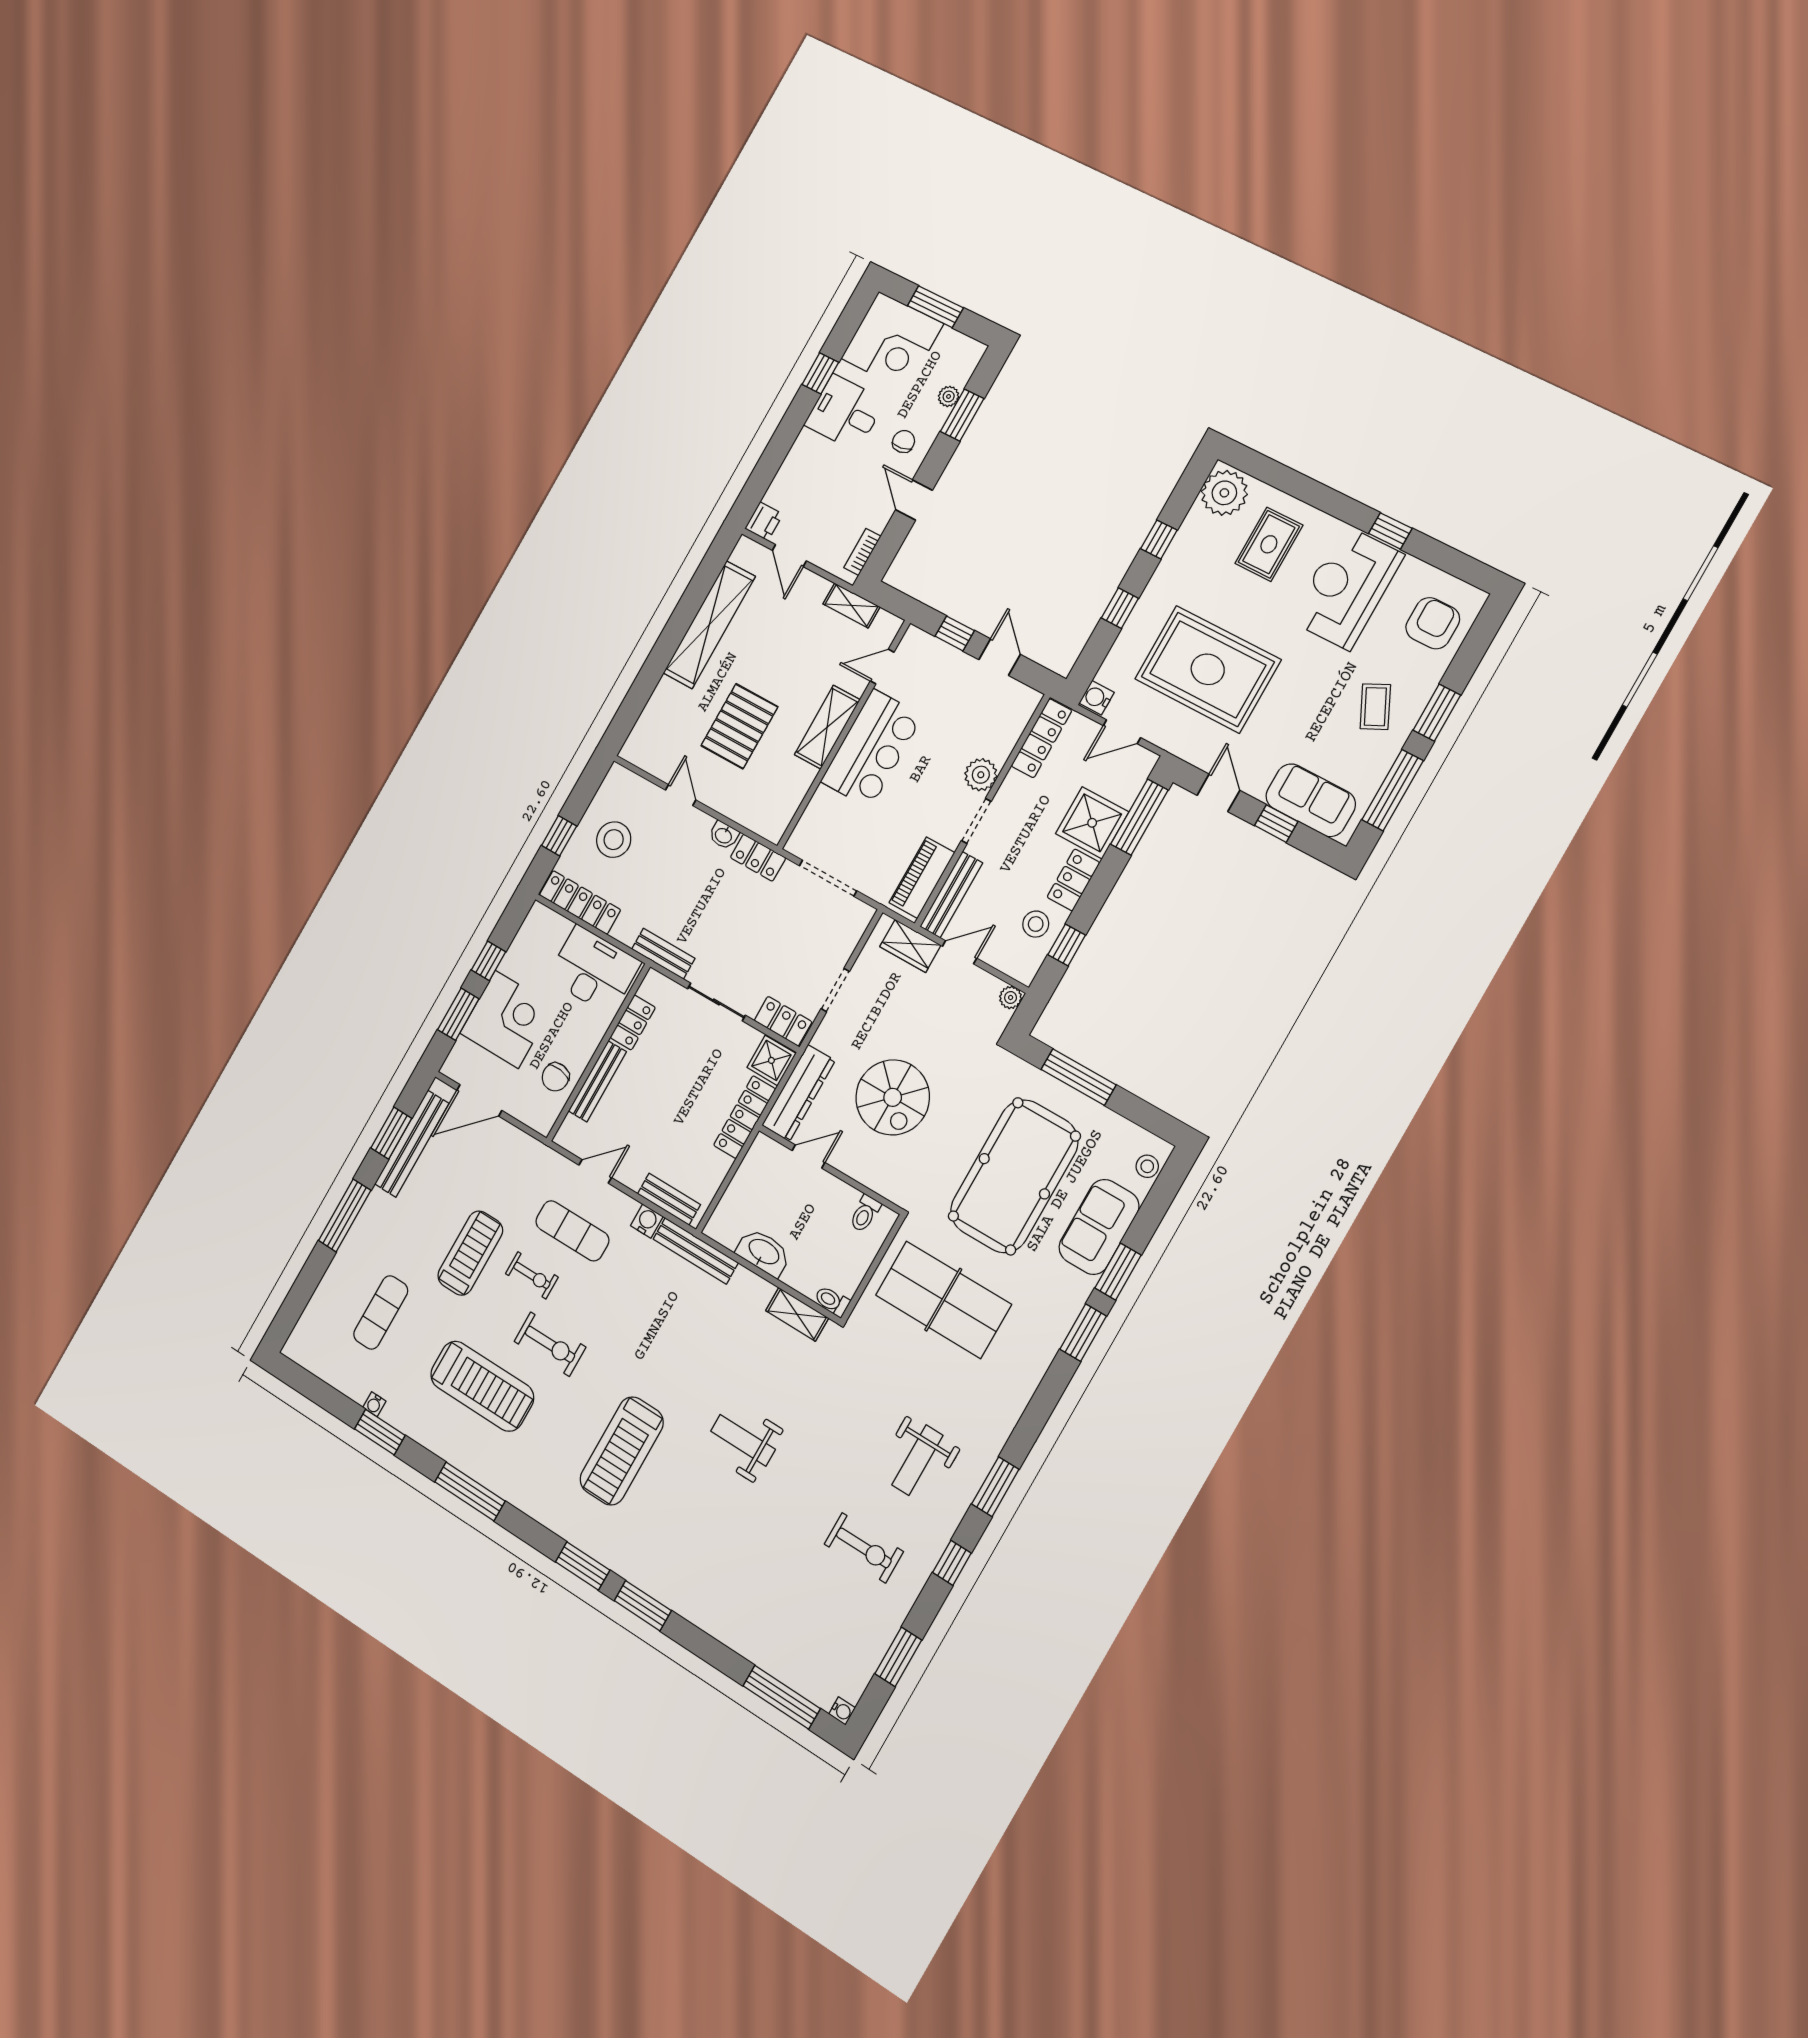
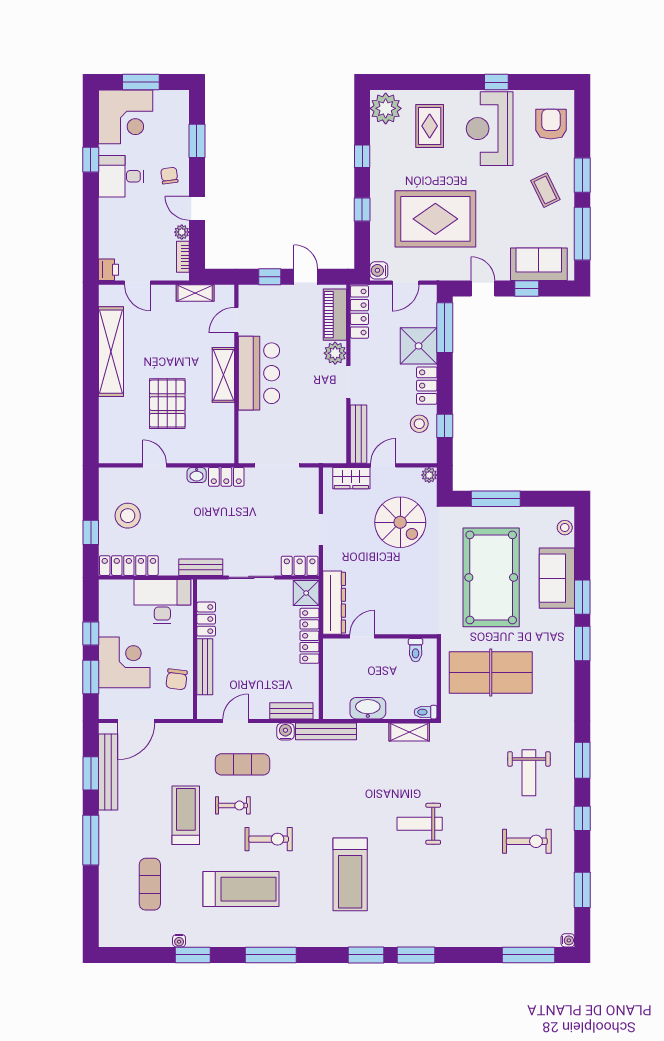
plant: (949, 396) -> (182, 232), moved
piano: (922, 878) -> (335, 315), moved
spiral stairs: (893, 1097) -> (400, 522), moved

